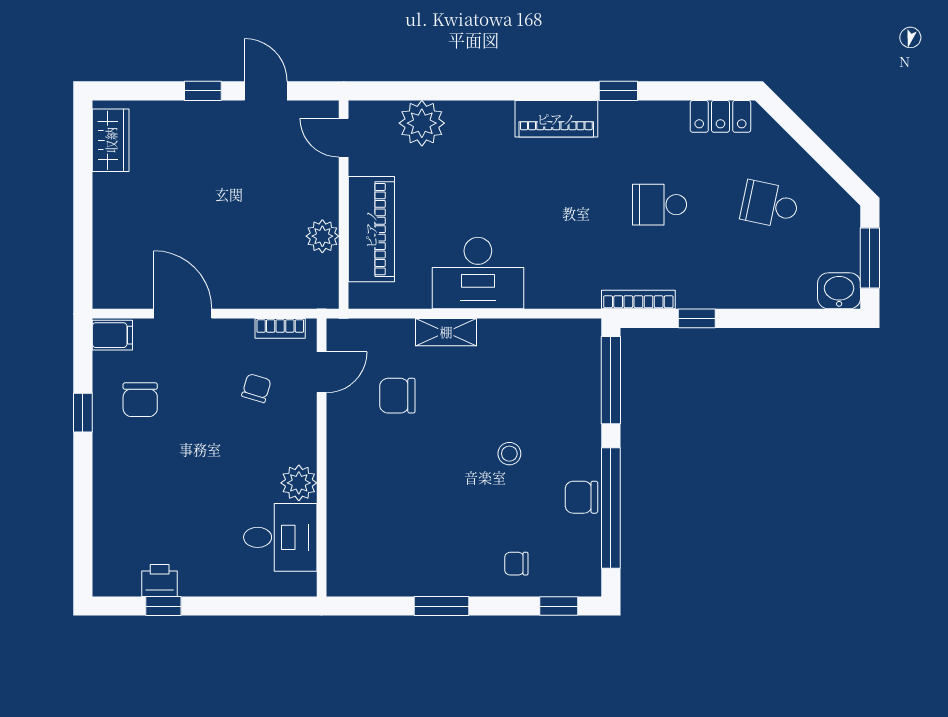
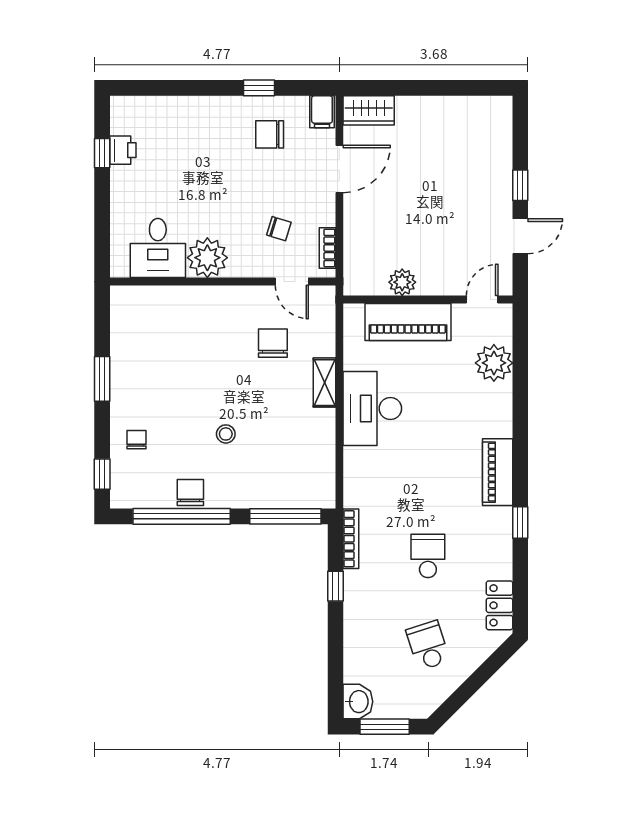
wardrobe: (111, 140) -> (369, 110), moved
school desk: (770, 205) -> (428, 645), turned -30
plant: (299, 483) -> (207, 258), width x1.36, depth x1.36

